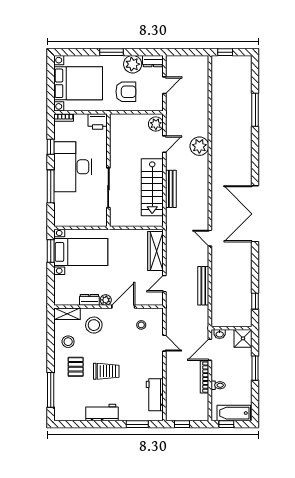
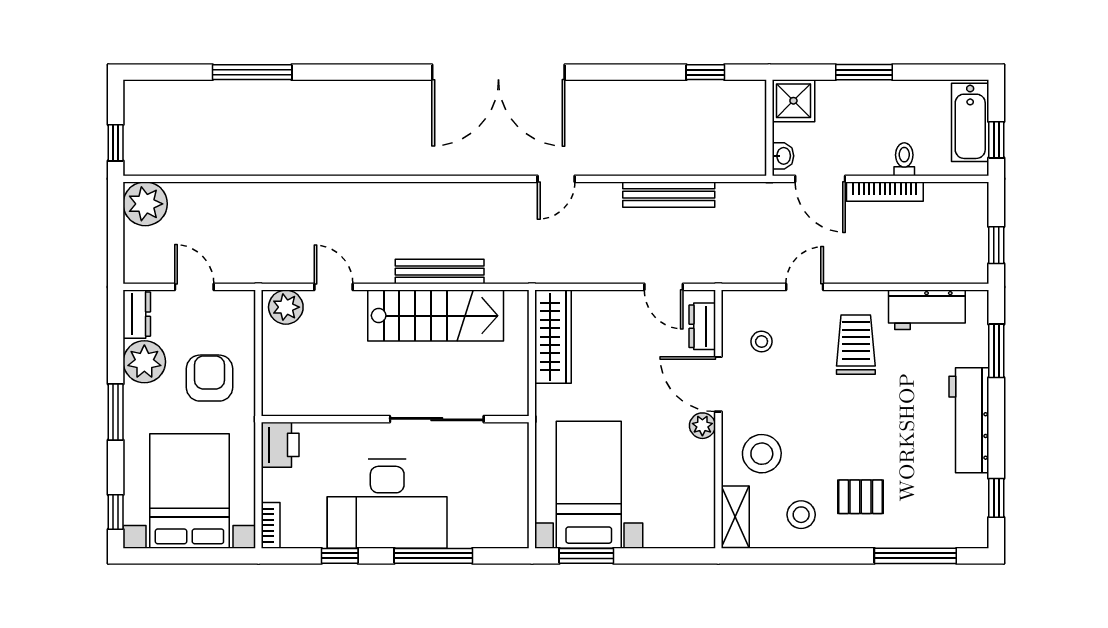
window: (69, 52) -> (116, 512), added
plant: (199, 146) -> (145, 204), moved
wardrobe: (155, 251) -> (553, 337), moved, turned -90
dresser: (89, 300) -> (702, 326), moved
trolley: (106, 371) -> (856, 345), moved
workbench: (102, 413) -> (969, 420), width x1.37
window: (75, 424) -> (996, 498), added

